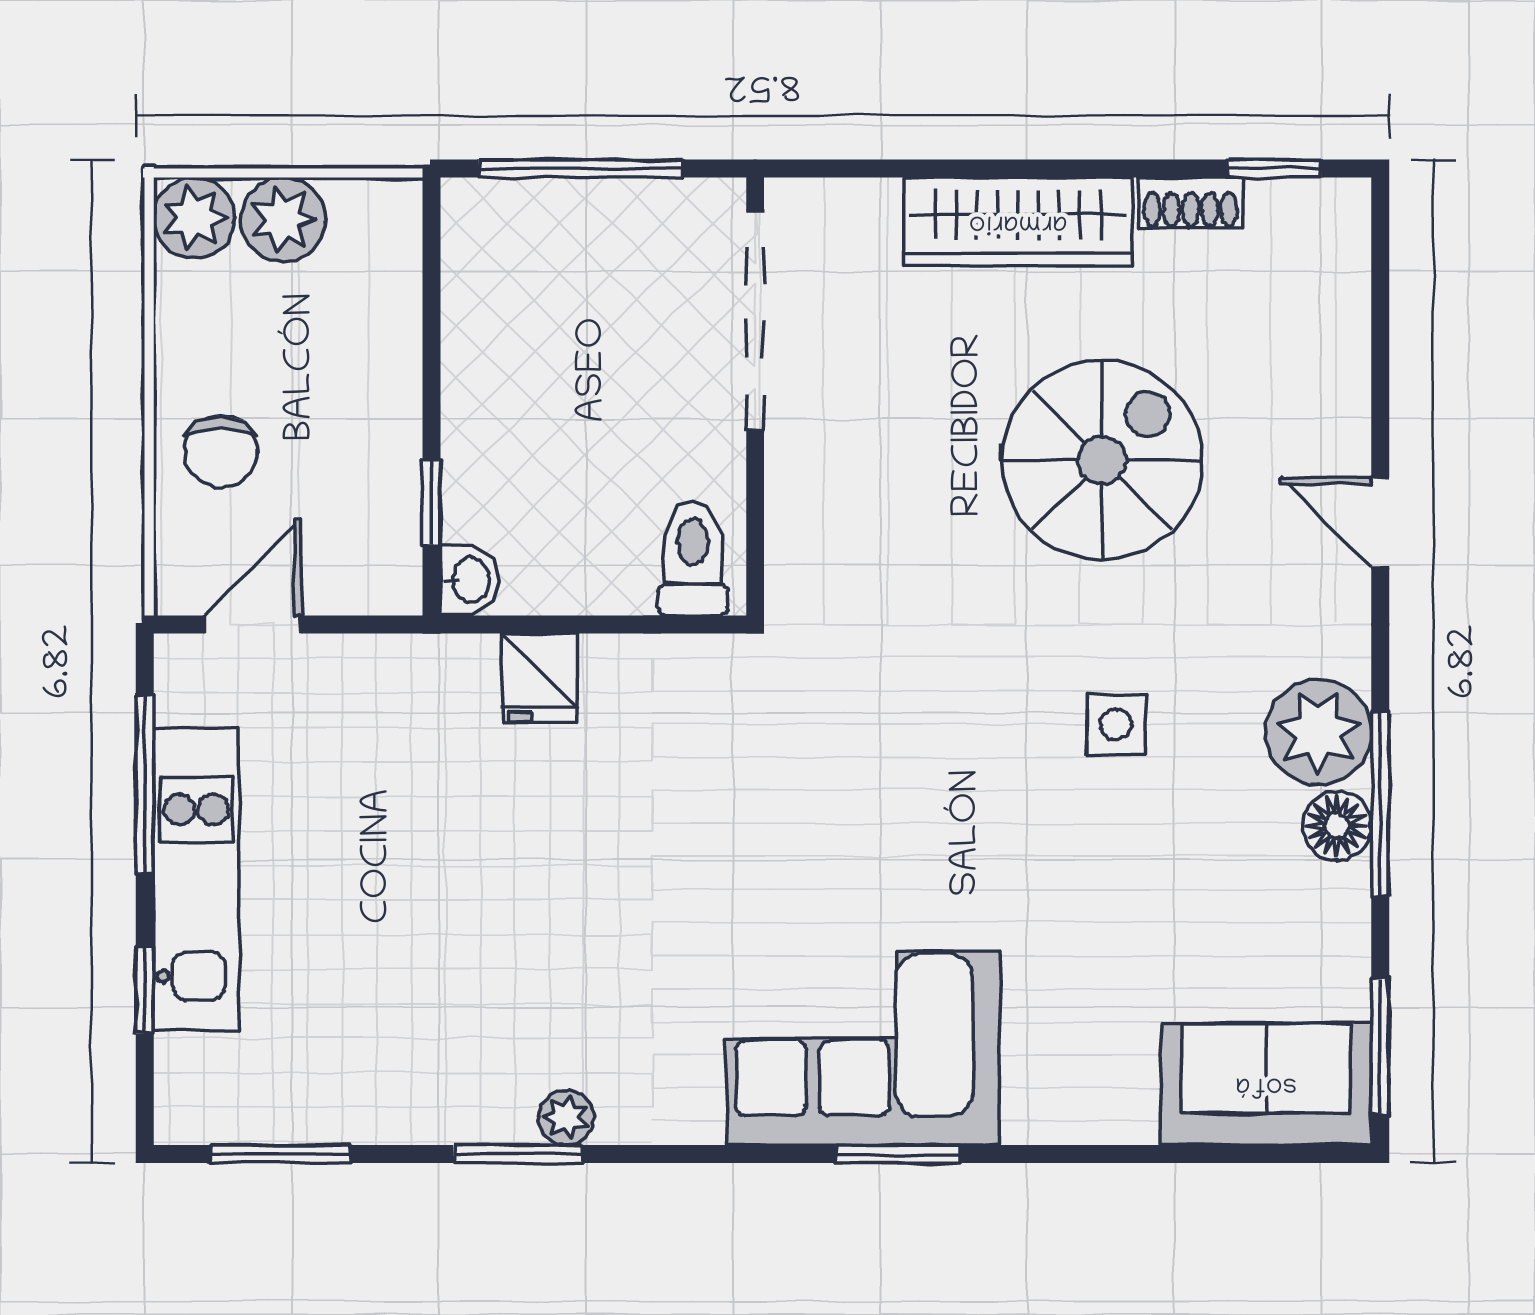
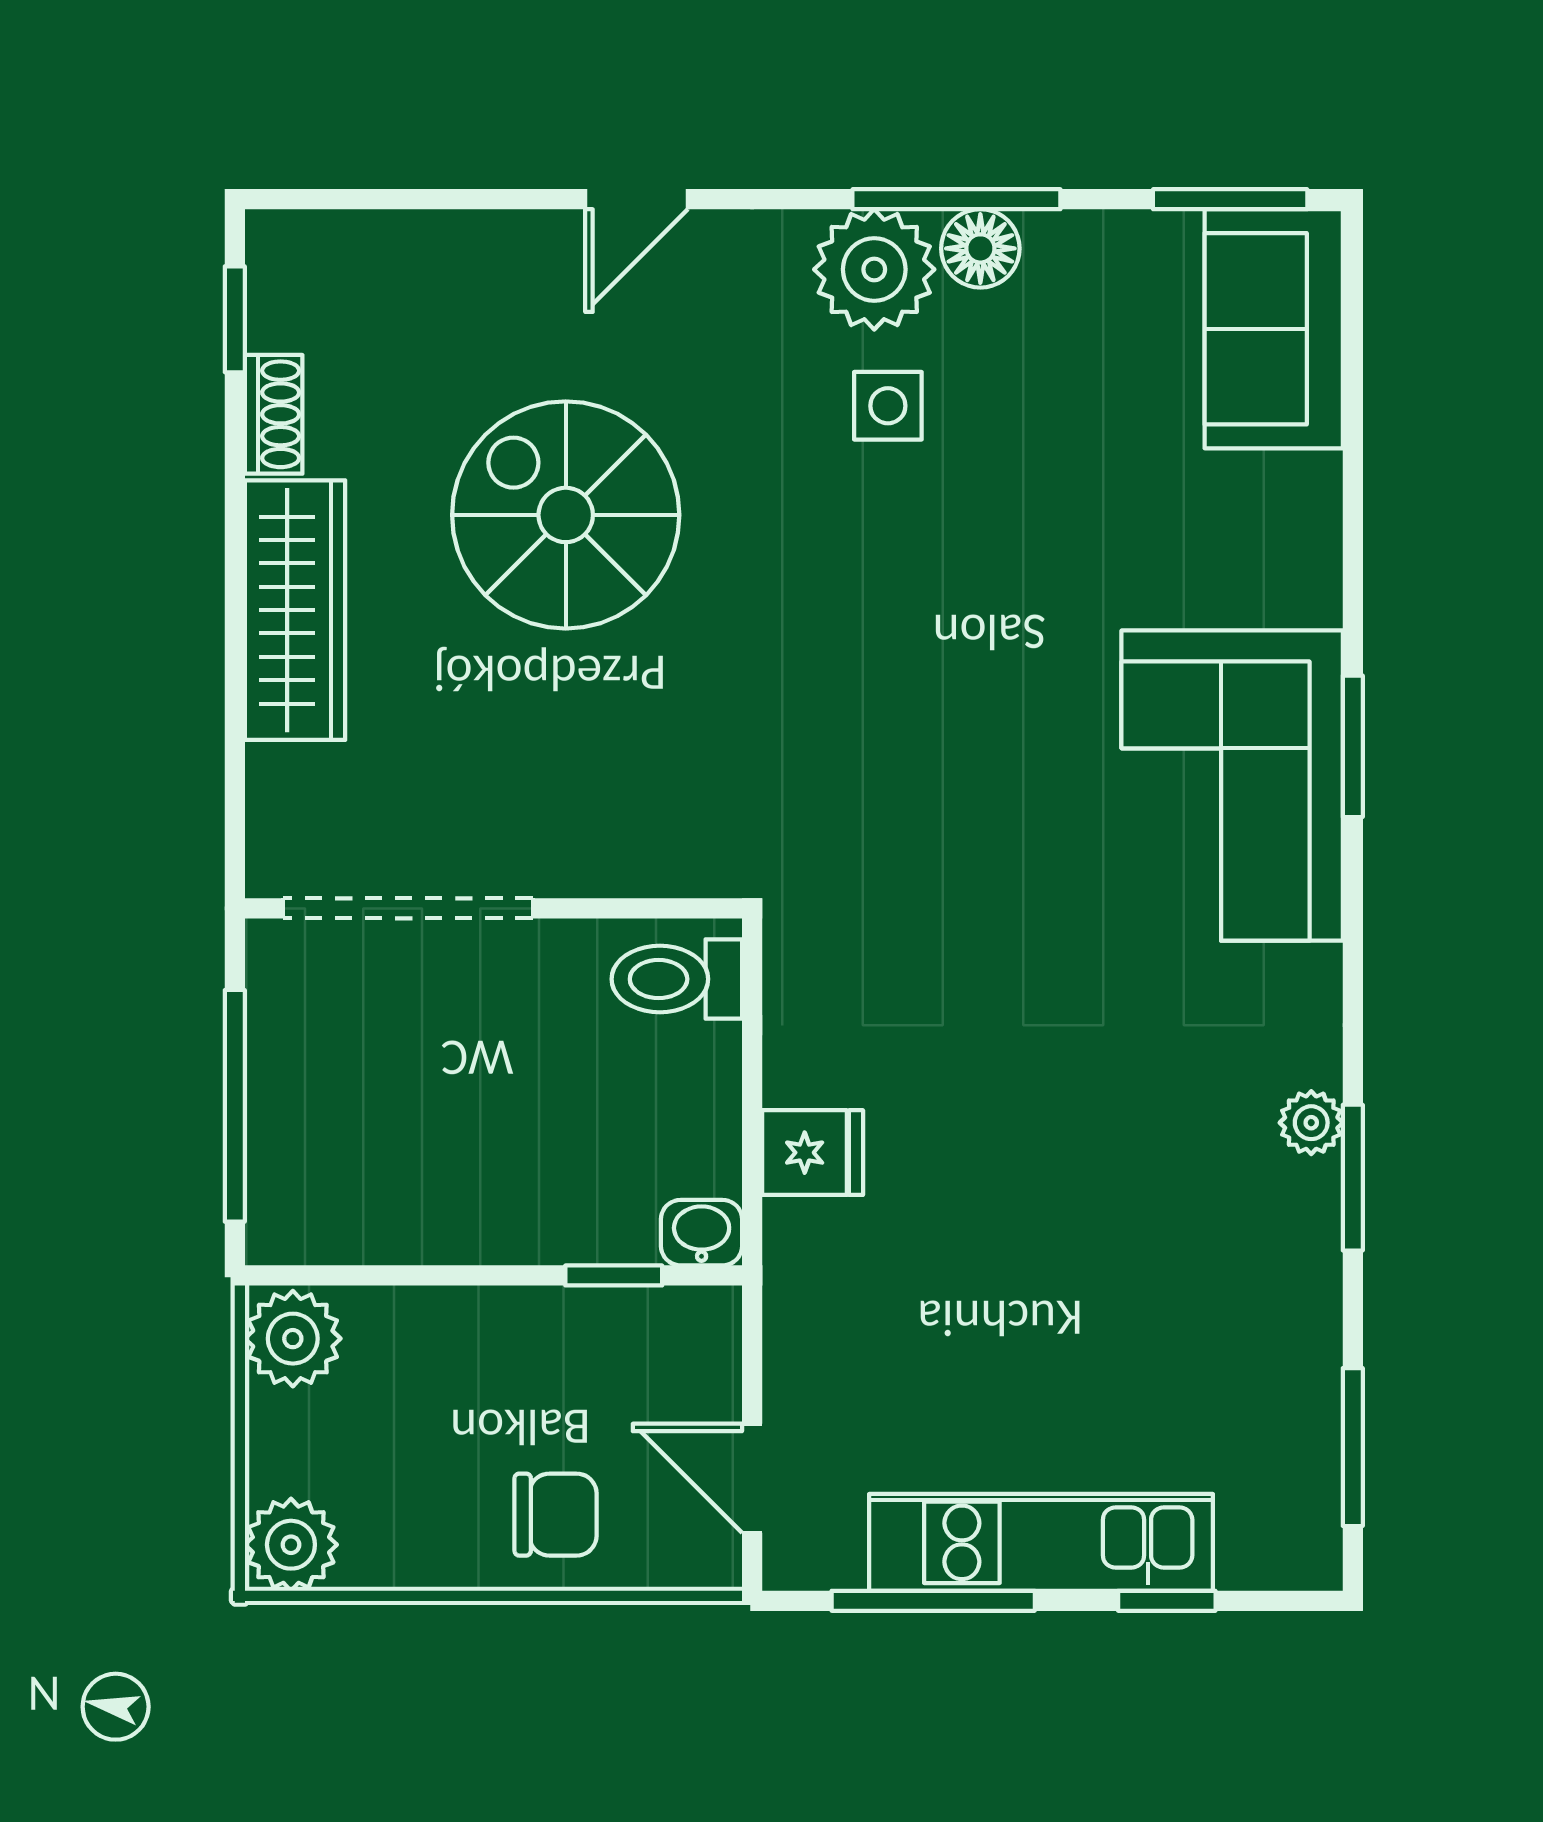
plant: (283, 220) -> (293, 1339), moved
side table: (1116, 725) -> (888, 406), moved

